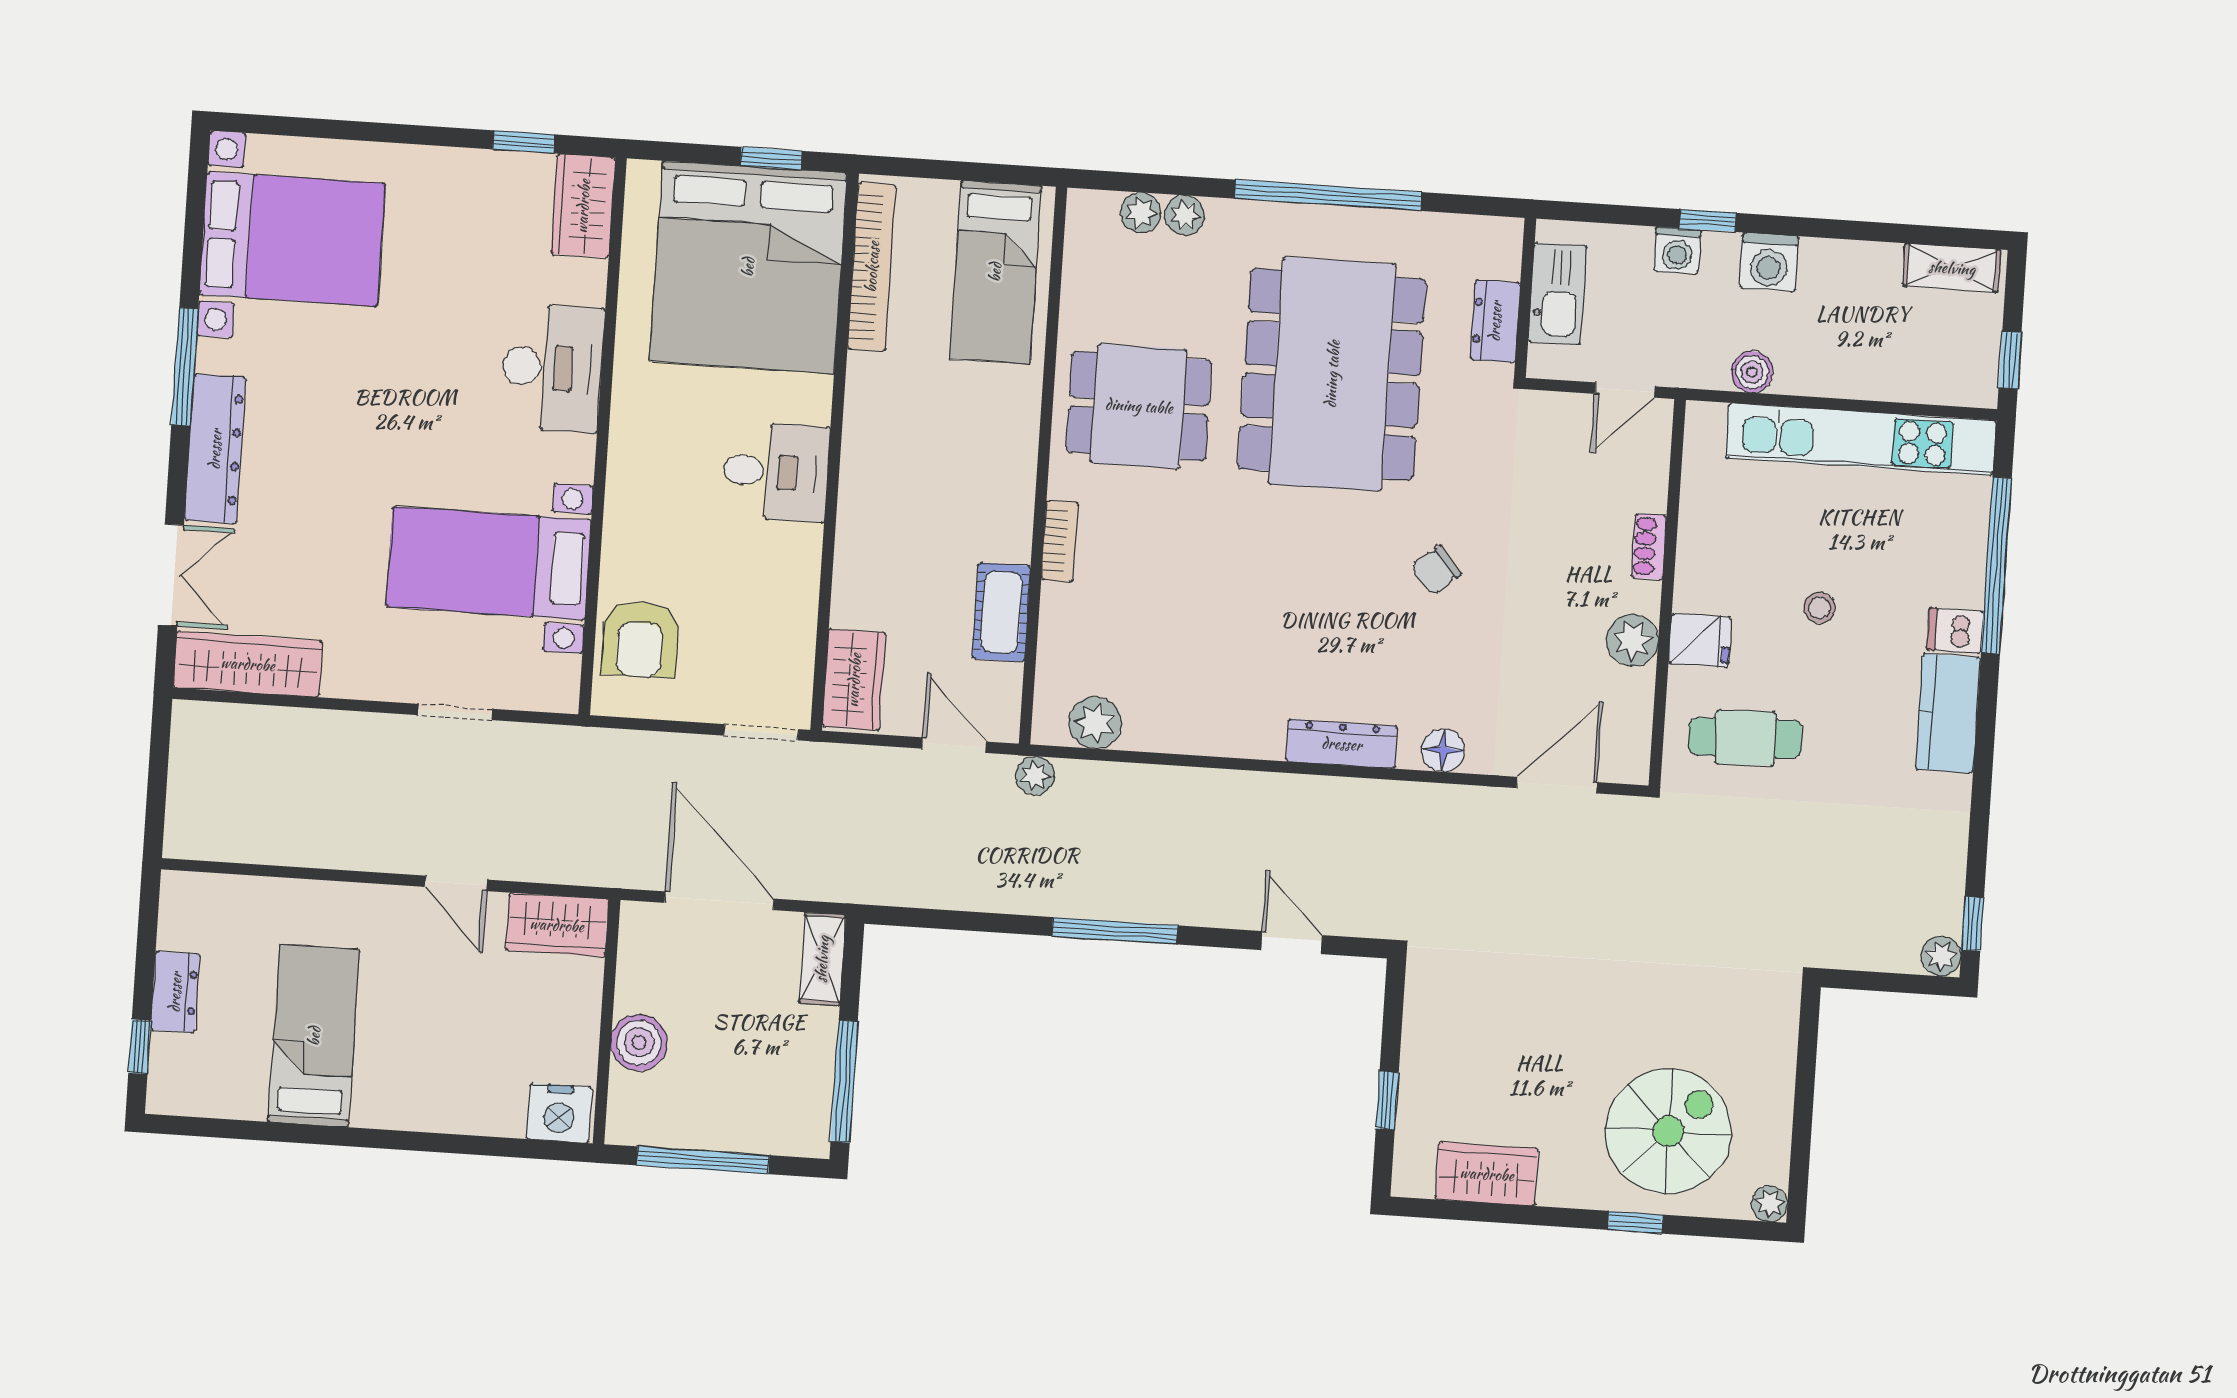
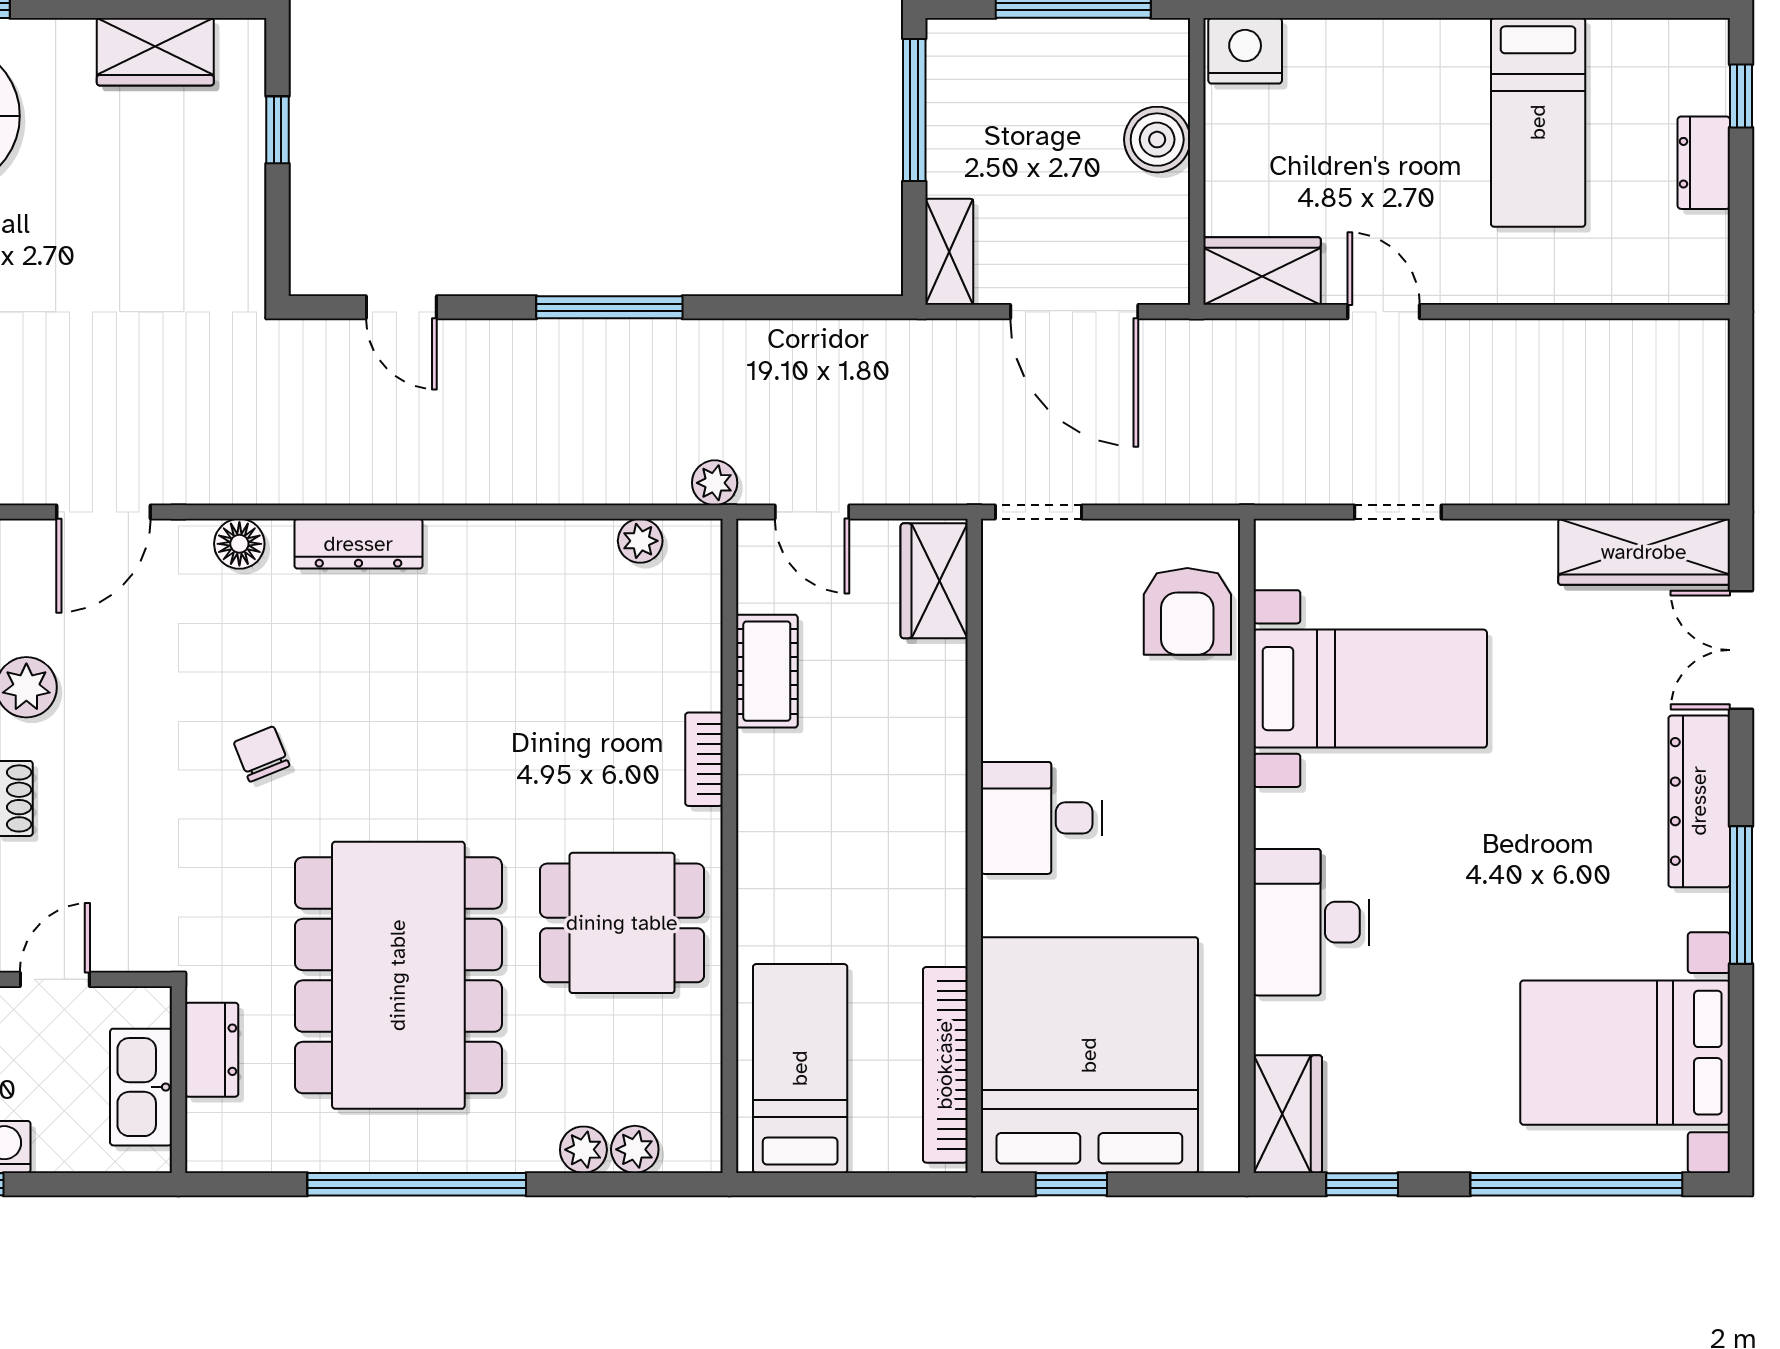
window: (341, 130) -> (1576, 1184), added
chair: (1436, 570) -> (262, 754), turned -72
armchair: (640, 639) -> (1187, 611), turned 180
plant: (1095, 723) -> (640, 541), width x0.73, depth x0.73

